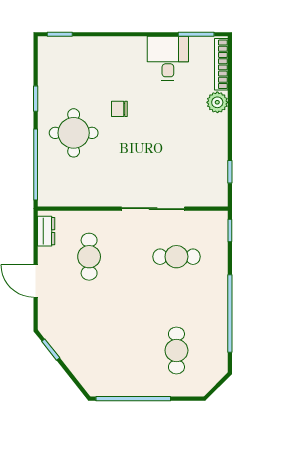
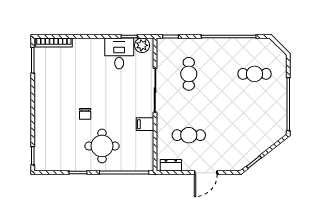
desk: (168, 58) -> (119, 53), moved, turned 90
plant: (217, 102) -> (142, 45), moved
filing cabinet: (105, 194) -> (145, 124), added

